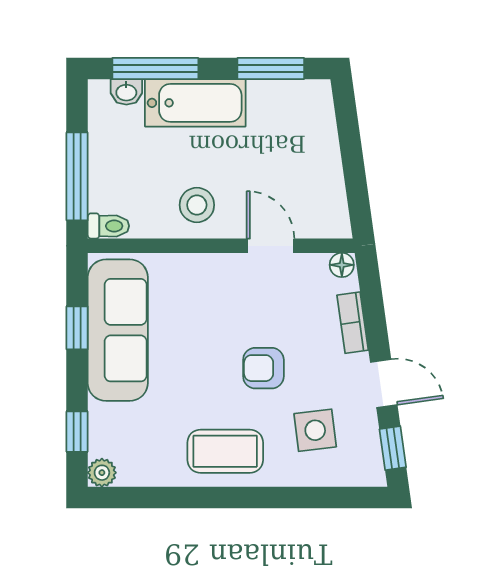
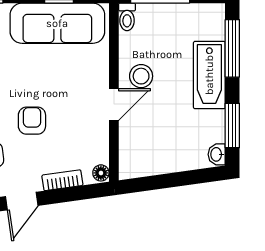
washbasin: (126, 92) -> (217, 154), moved
door: (270, 246) -> (114, 105), moved

